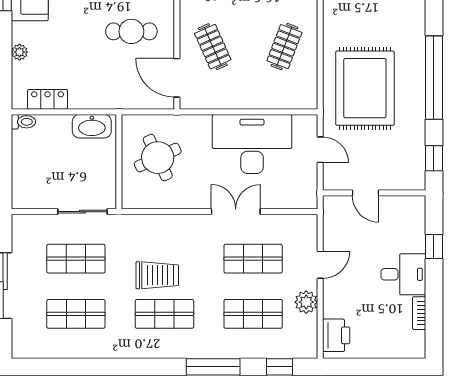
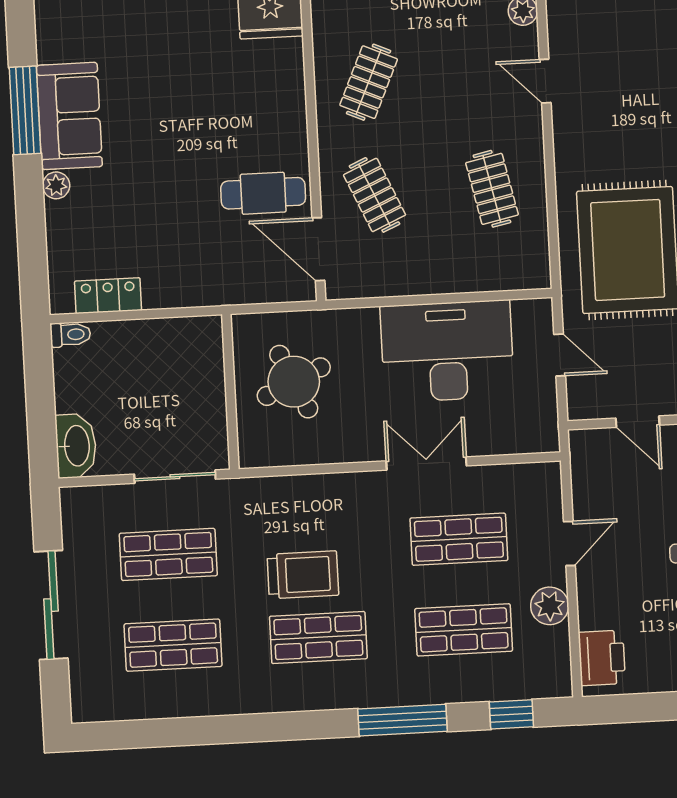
cafe table: (131, 31) -> (263, 193), moved
clothes rail: (284, 47) -> (492, 189), turned -33
plant: (20, 52) -> (56, 185), moved
washbasin: (92, 126) -> (76, 446), moved, turned -90

